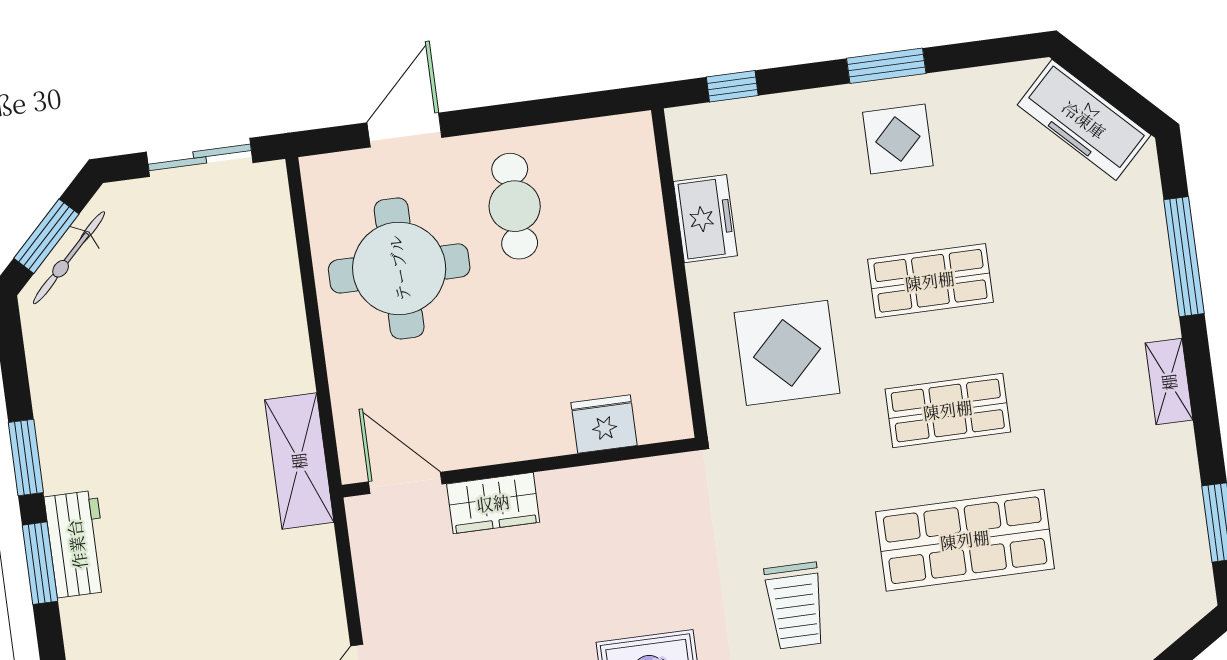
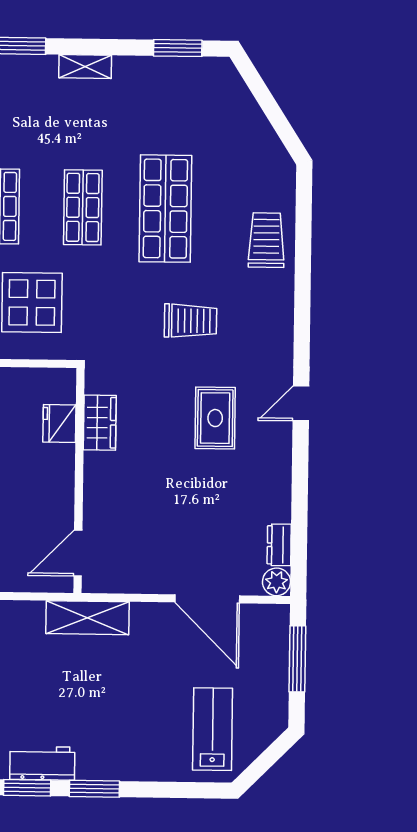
shelving: (299, 461) -> (87, 618), moved
wardrobe: (493, 503) -> (100, 423), moved
workbench: (77, 544) -> (42, 763), moved

